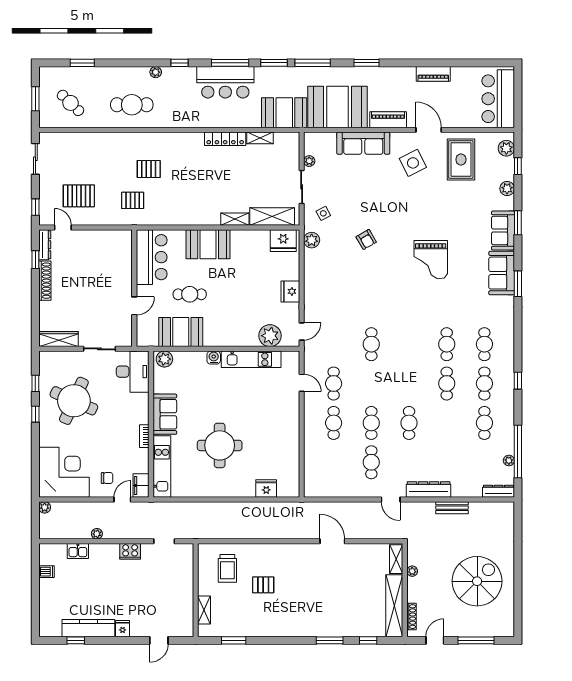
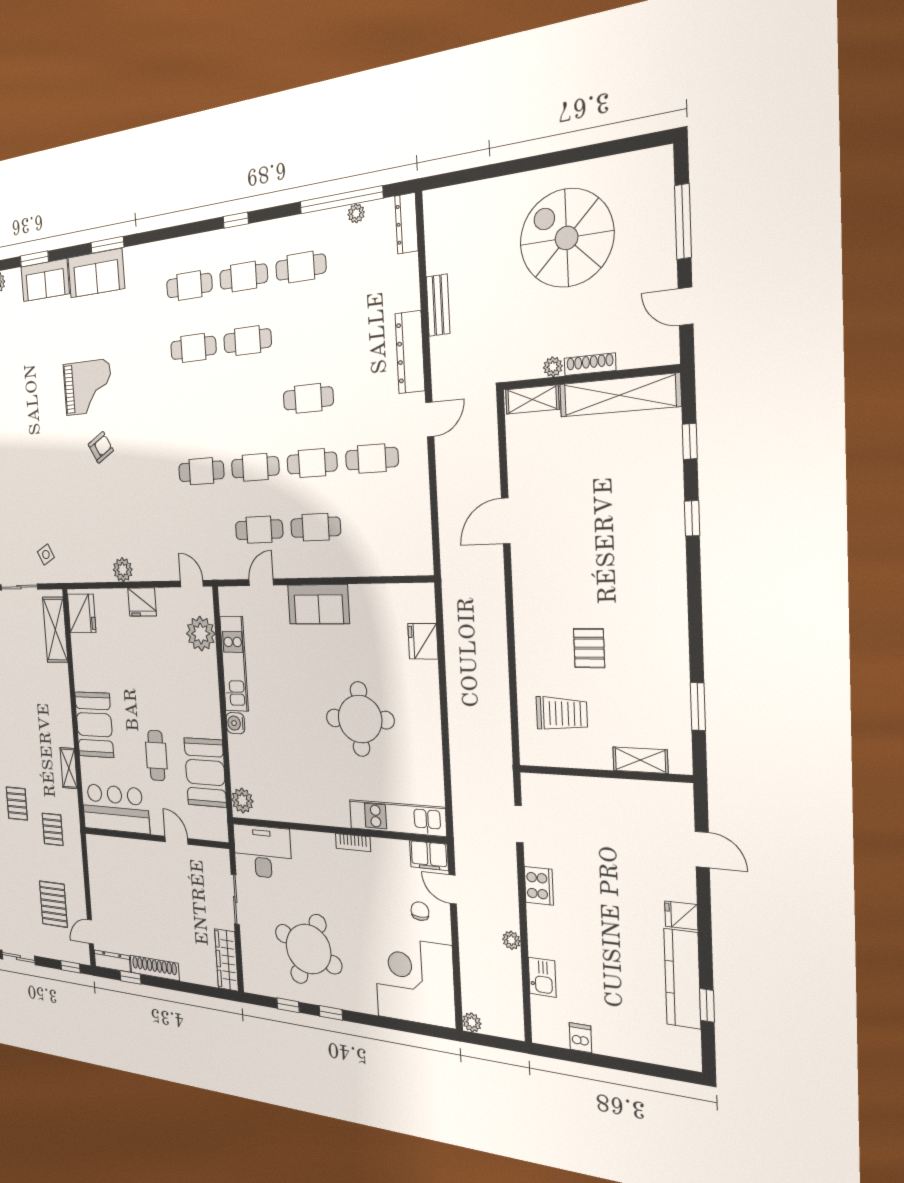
shelving: (235, 219) -> (69, 768), moved
armchair: (366, 239) -> (101, 447), moved
plant: (312, 240) -> (123, 570), moved
cafe table: (371, 384) -> (255, 467), added
sofa: (165, 414) -> (318, 604), moved, turned 180
shoe rack: (411, 617) -> (590, 364), moved
window: (330, 640) -> (692, 518), width x0.67

